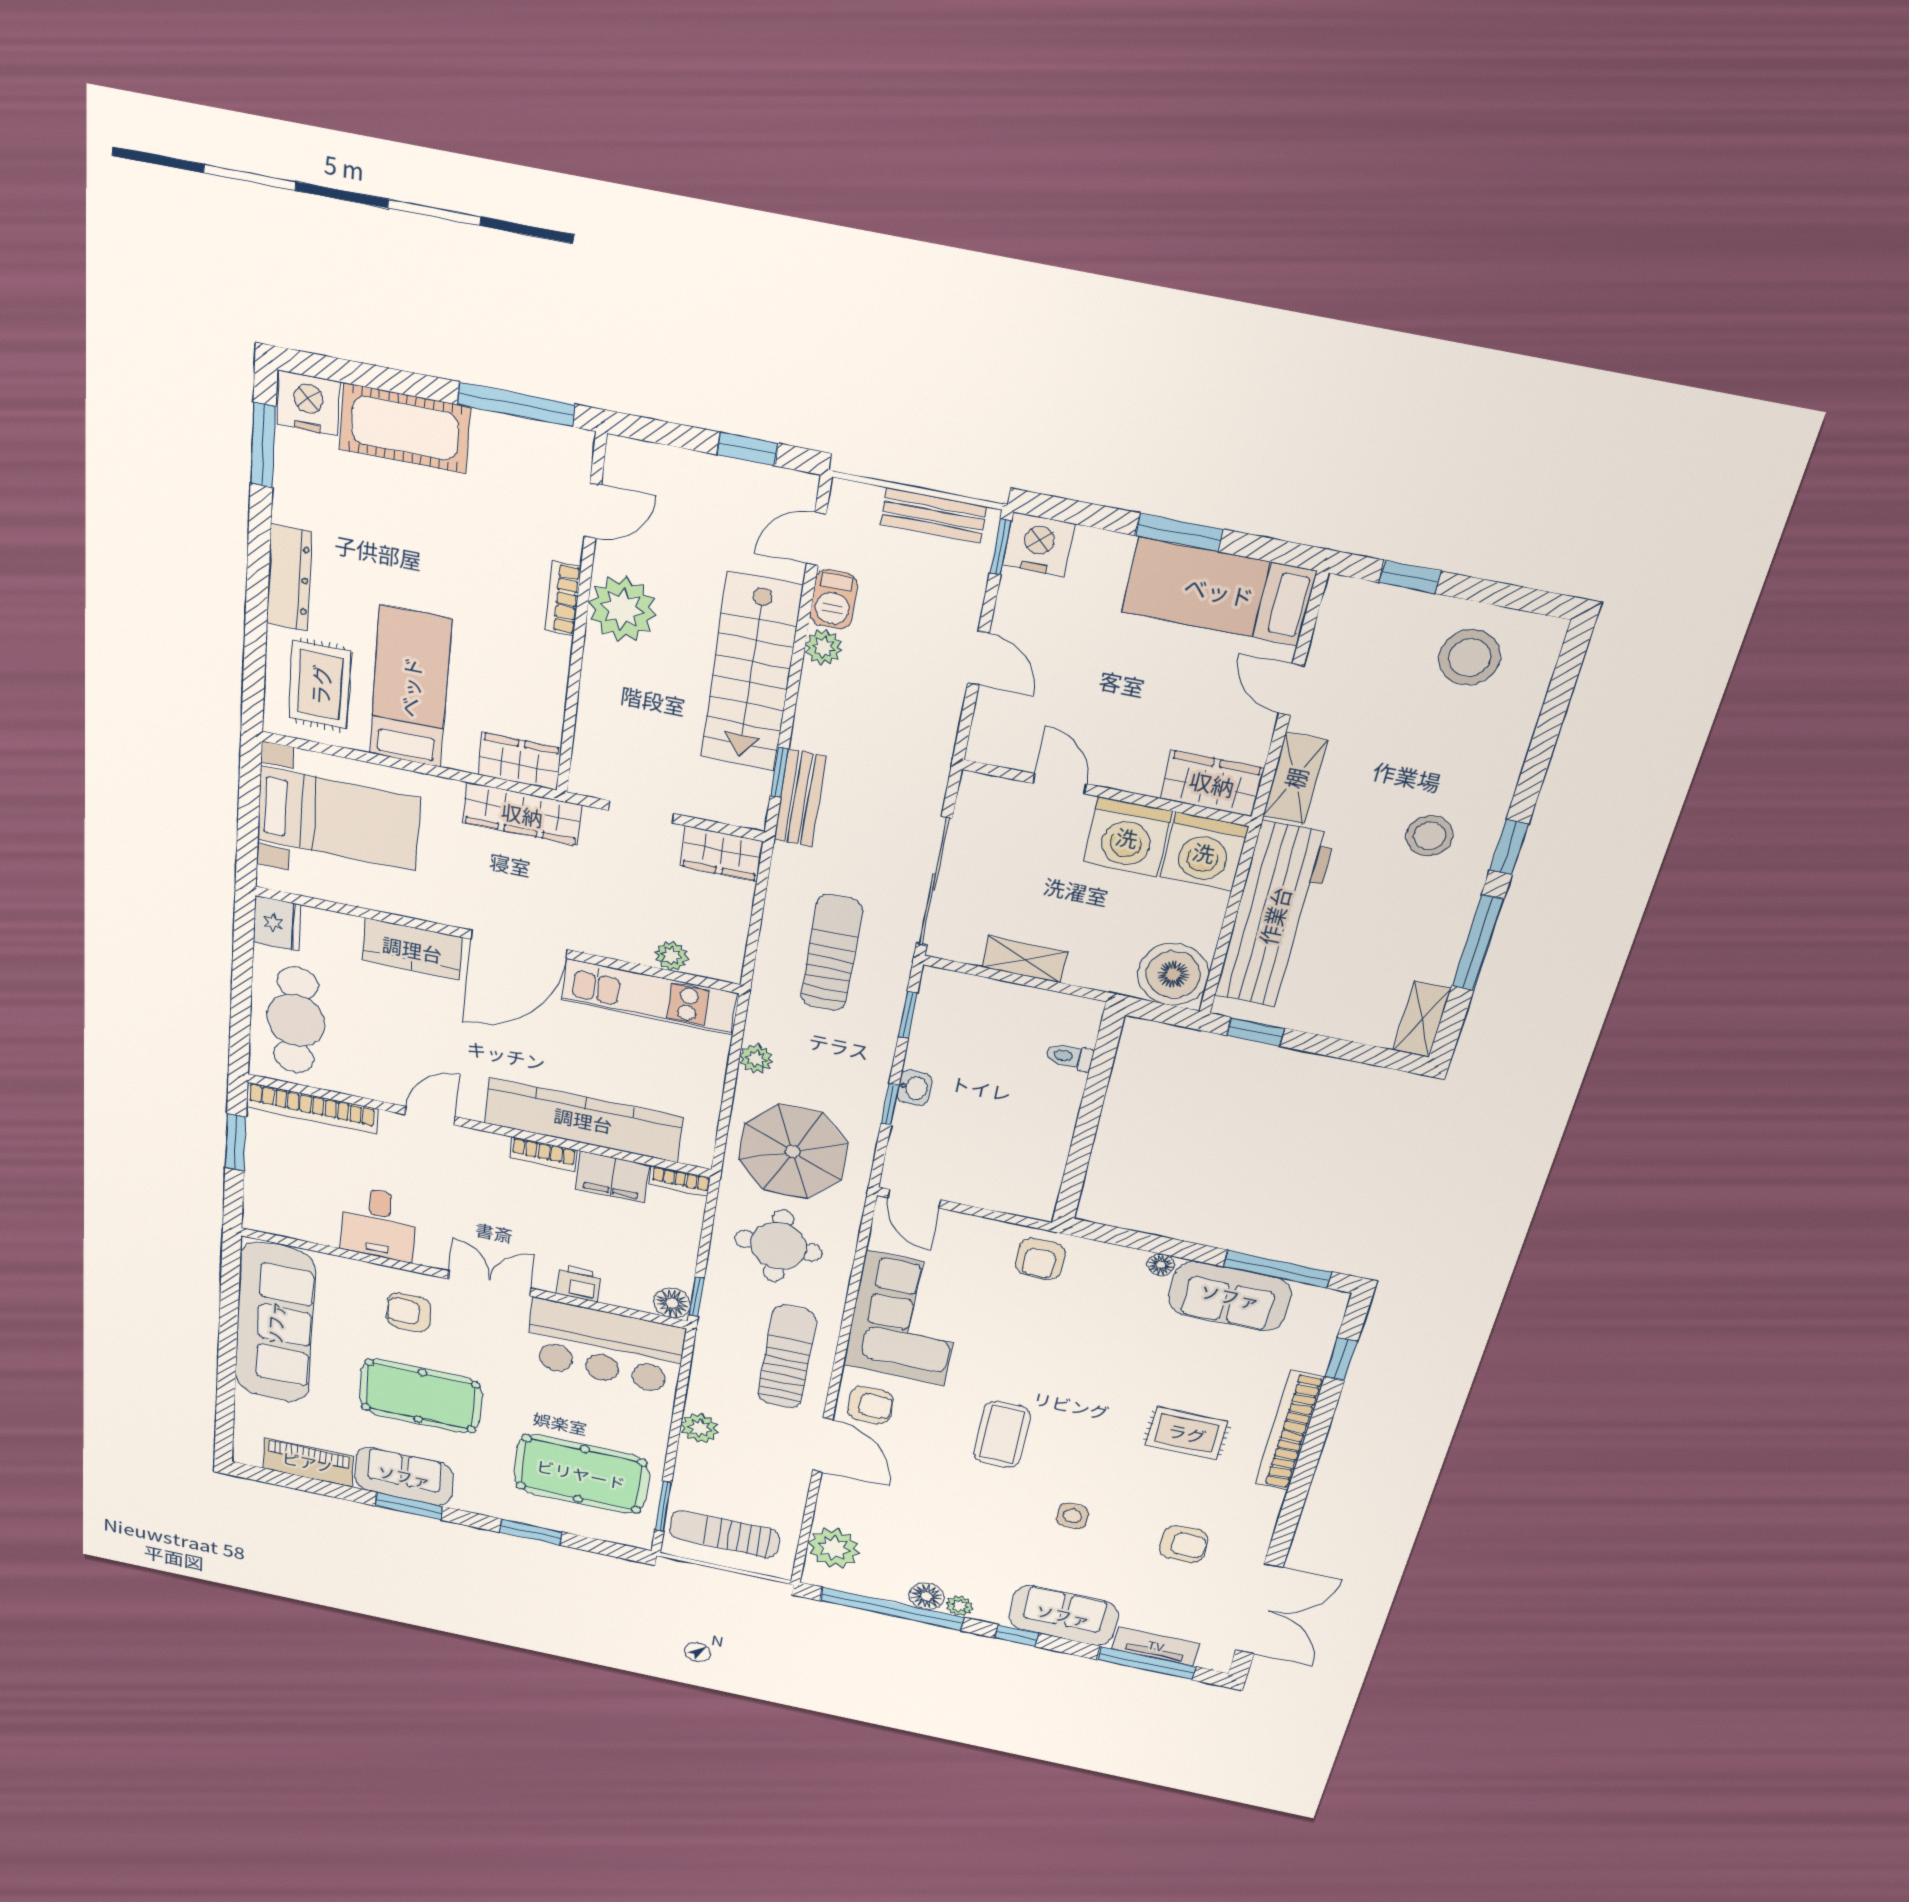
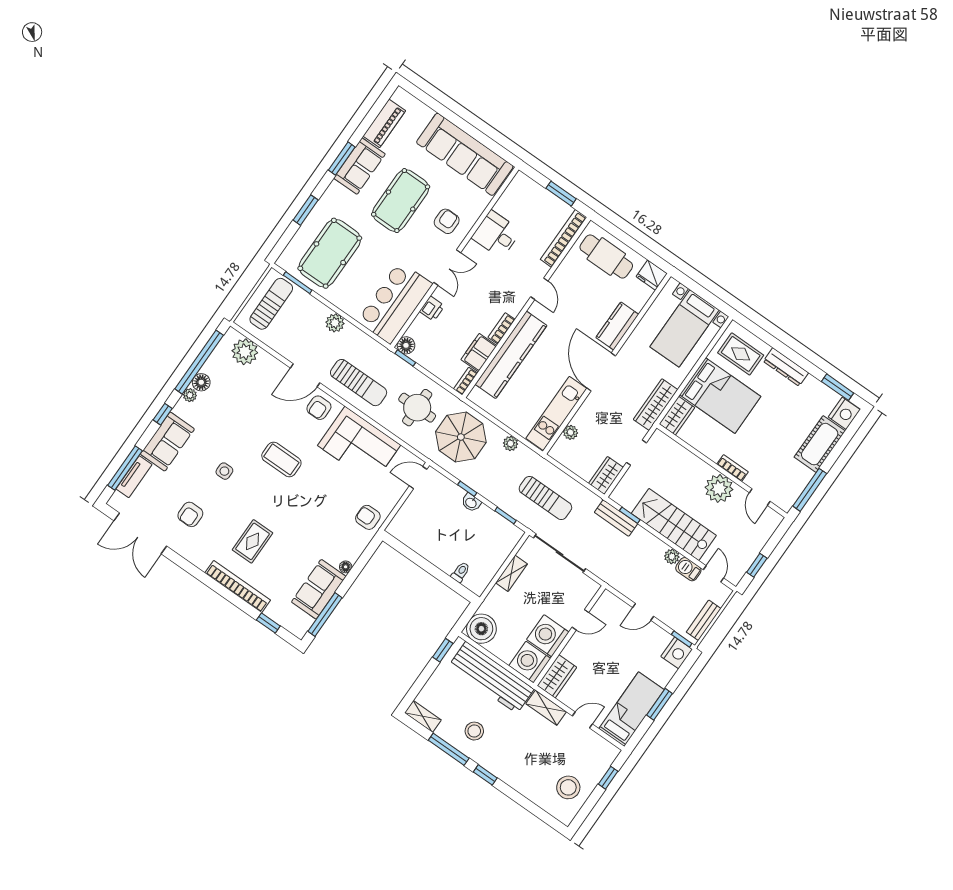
bed: (410, 687) -> (720, 396), width x1.50
stool: (1430, 836) -> (474, 731), moved

